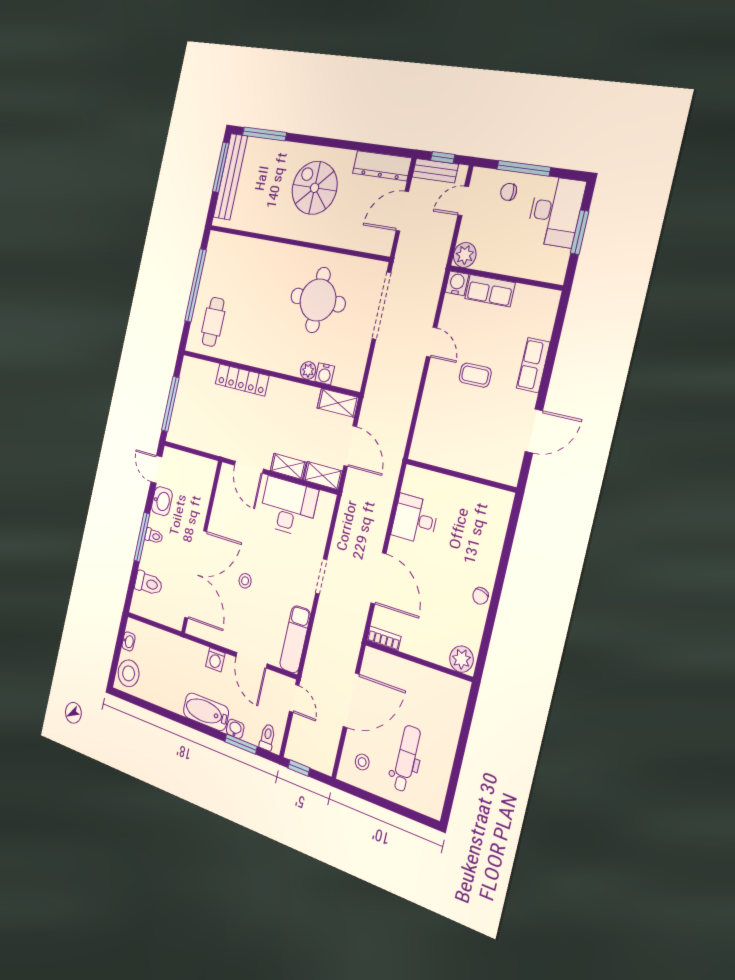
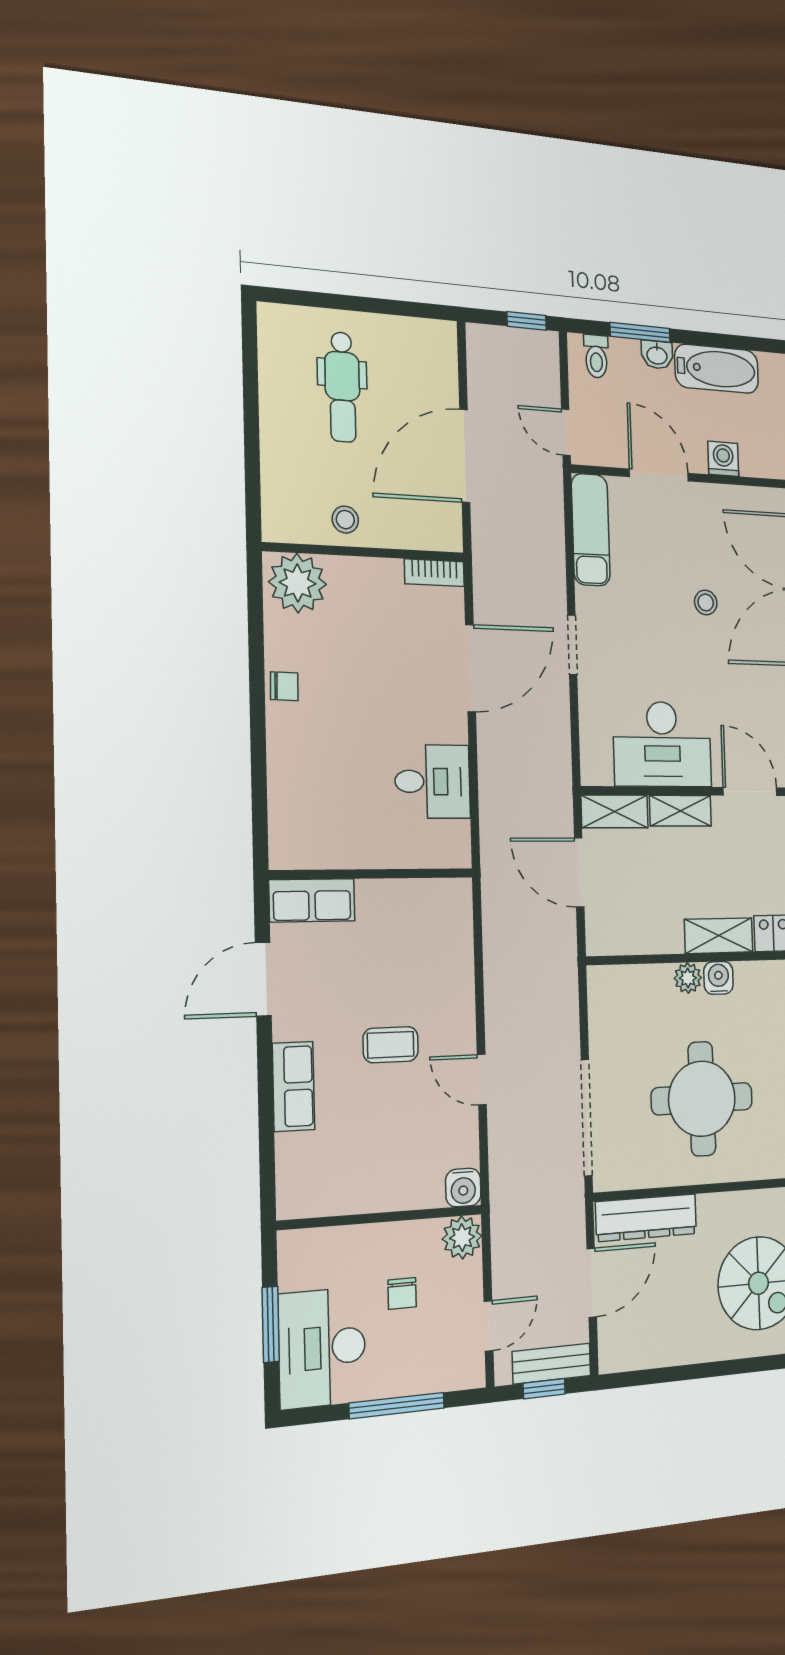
dresser: (382, 166) -> (646, 1218), moved, turned 180
chair: (509, 192) -> (402, 1293), moved, turned 90
row of seats: (490, 291) -> (312, 900), moved, turned 180
water cooler: (325, 374) -> (718, 978), moved
shelving: (338, 403) -> (719, 936), moved
door: (379, 578) -> (471, 668), swing flipped
chair: (480, 596) -> (284, 686), turned 77
plant: (461, 659) -> (298, 583), width x1.36, depth x1.36
stool: (362, 762) -> (345, 520), moved

